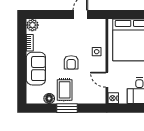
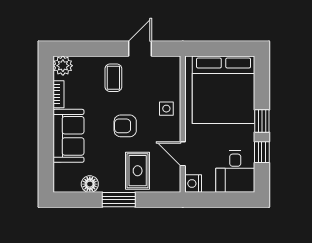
coffee table: (64, 33) -> (113, 78), added
armchair: (71, 62) -> (125, 126), turned 90
rug: (65, 90) -> (138, 171), moved

